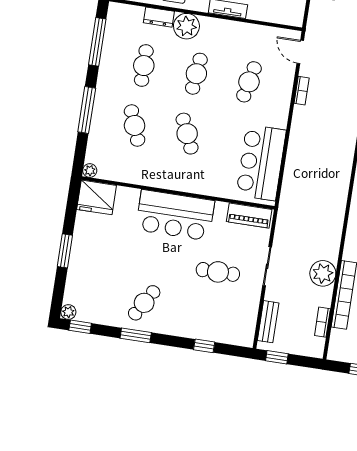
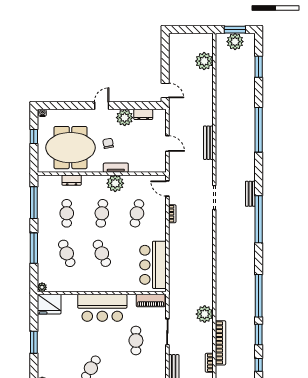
plant: (186, 26) -> (115, 183), moved
cafe table: (218, 272) -> (136, 341), turned 90
plant: (323, 273) -> (205, 314), moved

